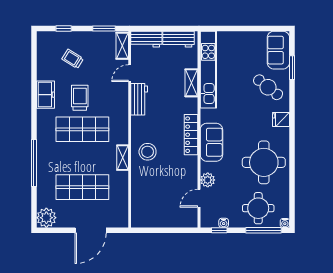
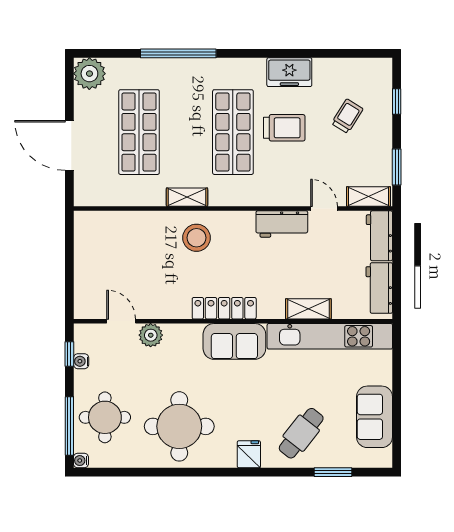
sofa: (278, 50) -> (375, 417), moved, turned -90
sofa: (211, 142) -> (234, 341), moved

